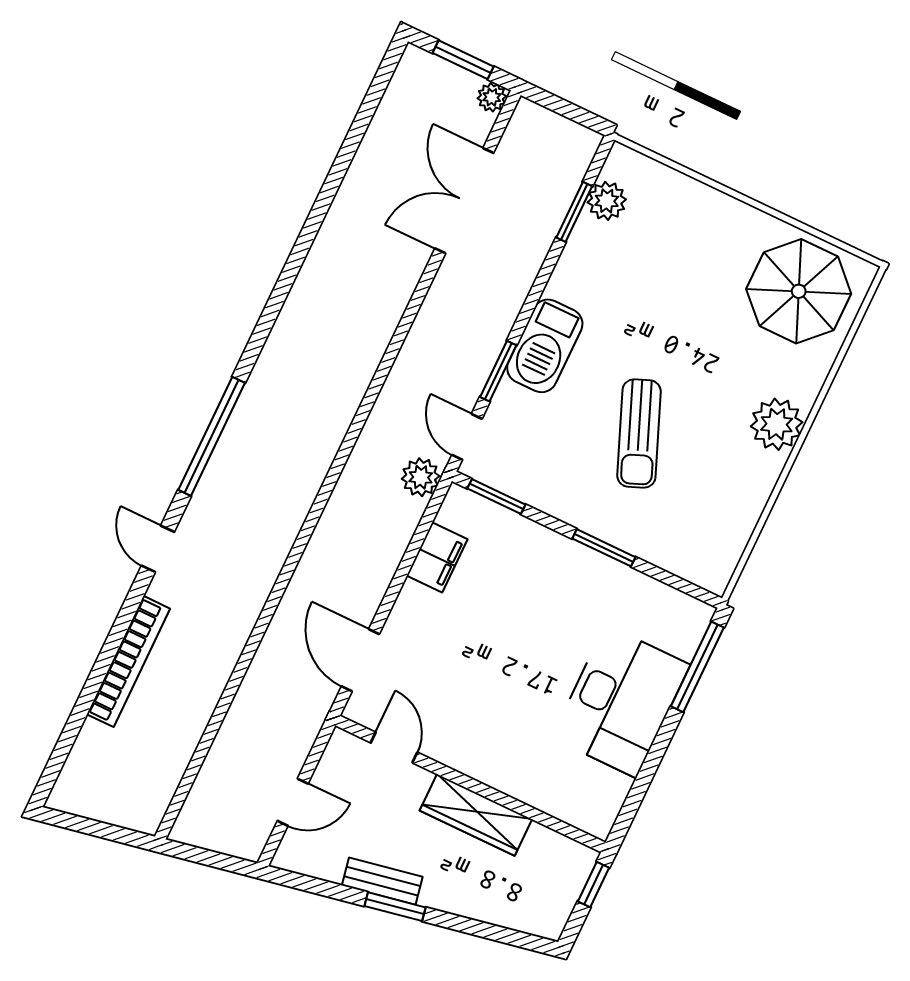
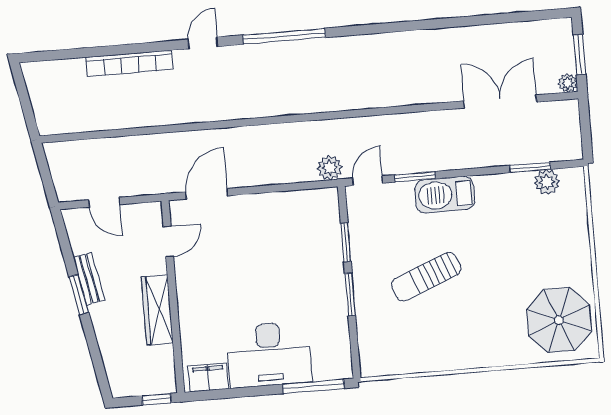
plant: (777, 424) -> (477, 351), removed
window: (496, 496) -> (346, 242), moved
filing cabinet: (437, 557) -> (208, 378), moved, turned 180

